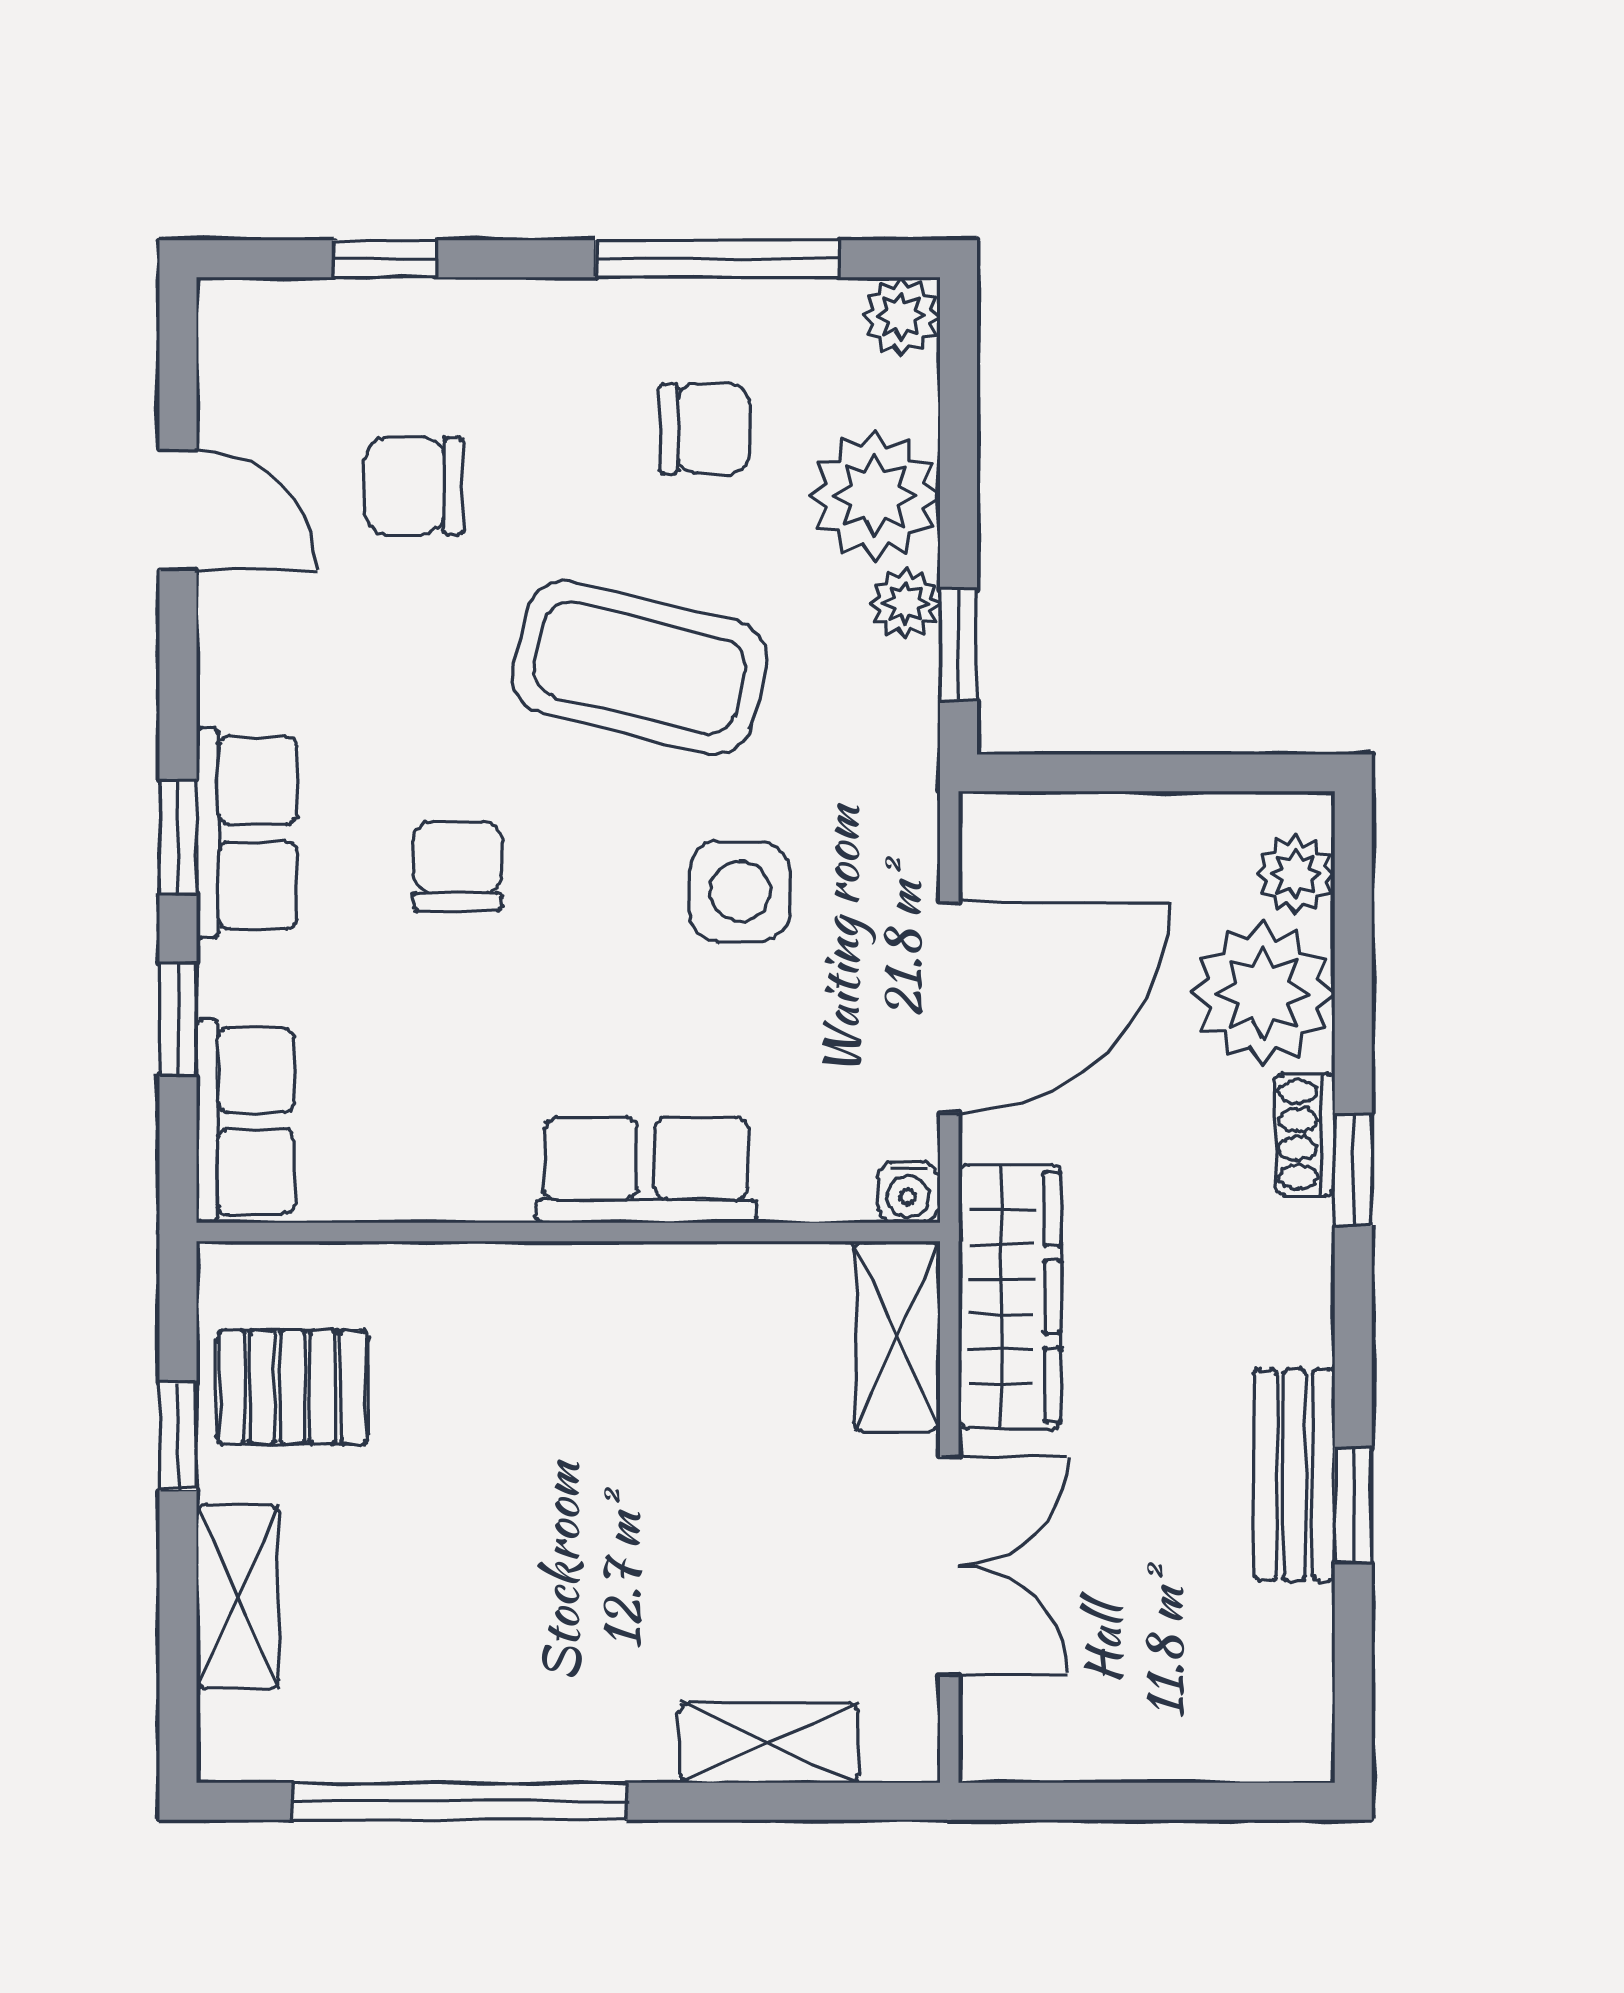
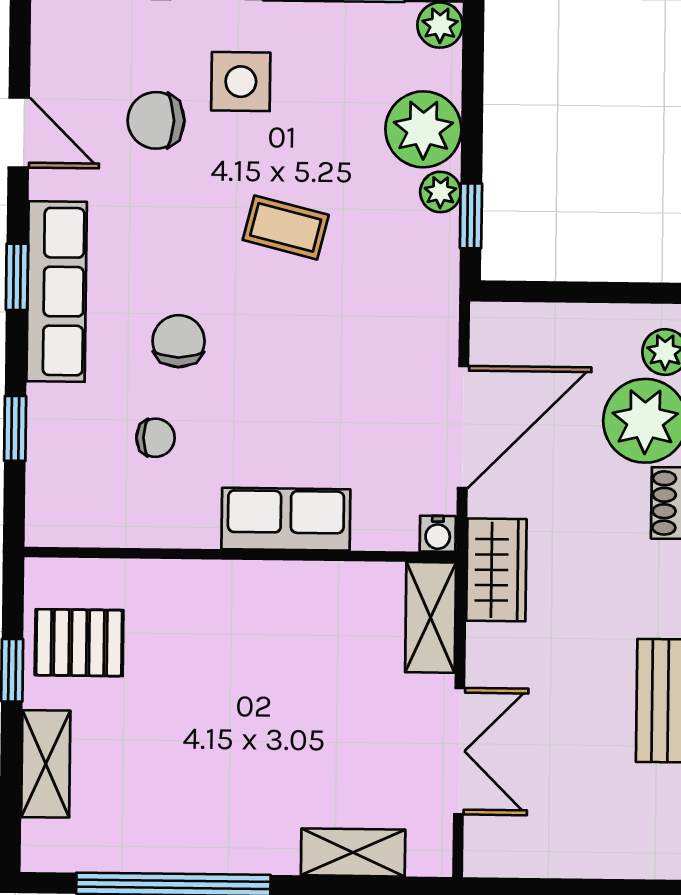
chair: (705, 429) -> (156, 438), moved, width x0.73, depth x0.73
coffee table: (640, 668) -> (286, 227), width x0.54, depth x0.58
row of seats: (246, 833) -> (57, 291), width x1.48
window: (178, 837) -> (17, 277), moved
side table: (740, 891) -> (241, 82), moved
row of seats: (245, 1121) -> (53, 488), removed
wardrobe: (1010, 1297) -> (496, 570), width x0.67

